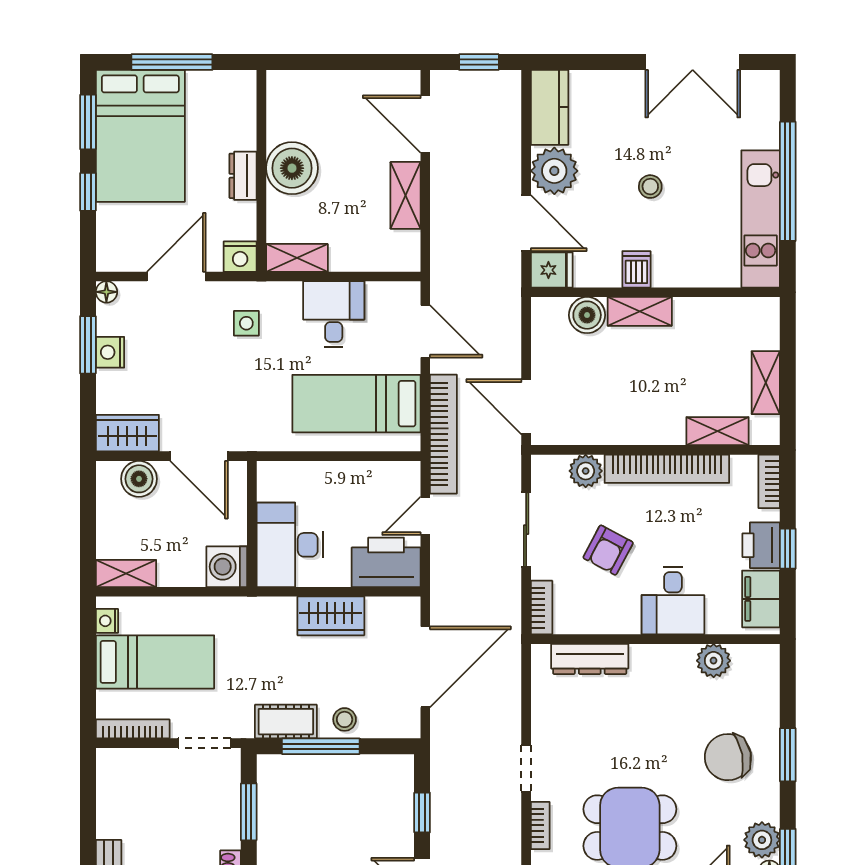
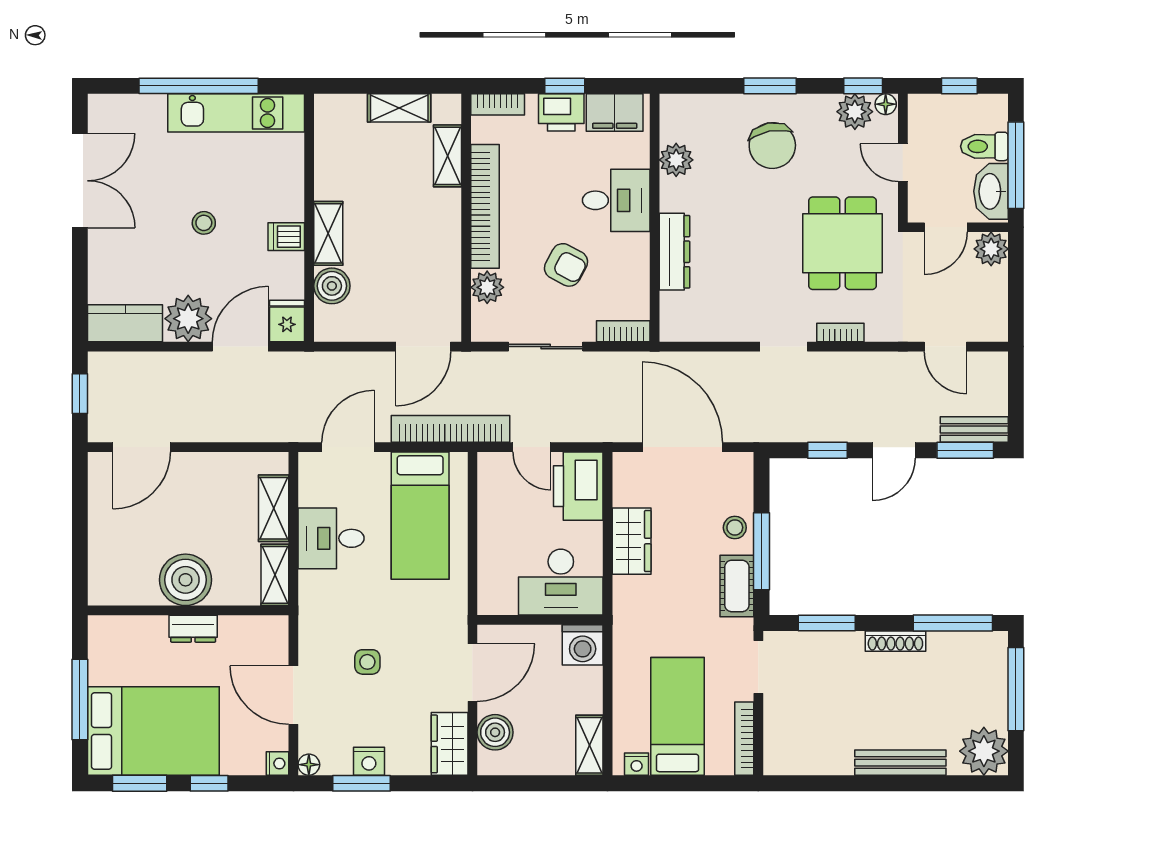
shelving: (405, 195) -> (274, 508), moved, turned 90
nightstand: (240, 257) -> (278, 763), moved, width x0.72, depth x0.74
side table: (246, 323) -> (367, 662), moved
dresser: (590, 659) -> (674, 252), moved

